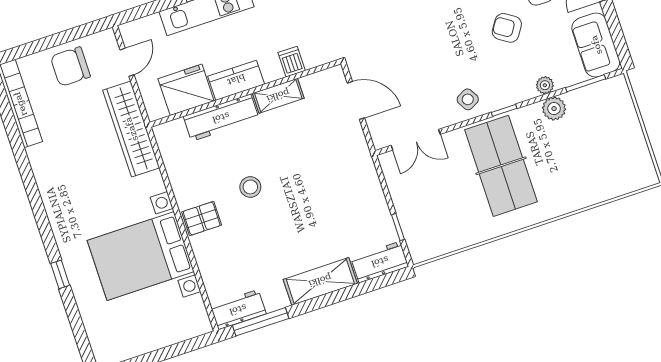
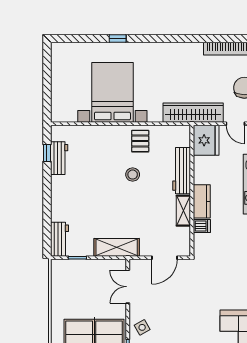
kitchen counter: (236, 80) -> (202, 201), moved
fridge: (186, 90) -> (206, 140), moved
pallet: (202, 218) -> (140, 141), moved
shelving: (320, 281) -> (117, 247), moved, turned 90
workbench: (238, 310) -> (59, 158), moved
window: (261, 322) -> (47, 153), width x0.46

